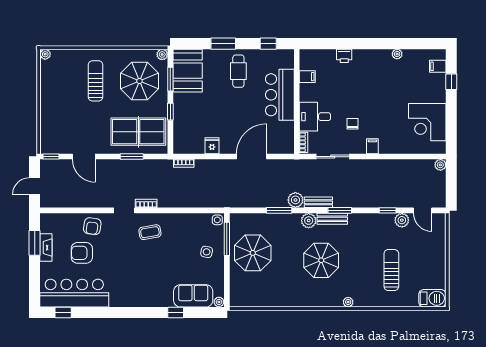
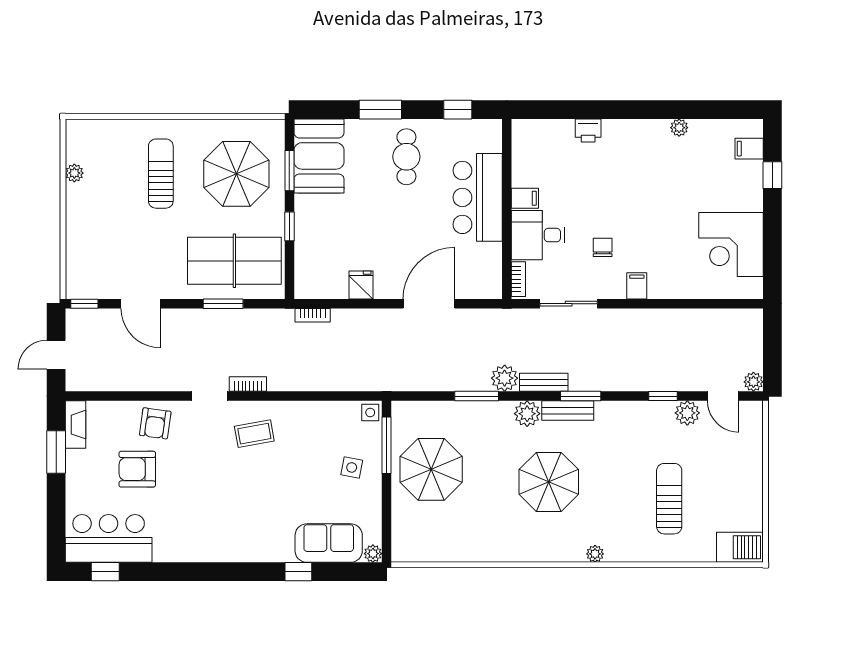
plant: (45, 54) -> (74, 173), moved
plant: (162, 54) -> (275, 128), removed
filing cabinet: (307, 77) -> (525, 198), moved
plant: (440, 165) -> (753, 382), moved
fireplace: (46, 248) -> (75, 425), moved
bar counter: (74, 293) -> (109, 538), width x0.73

